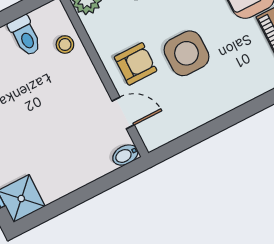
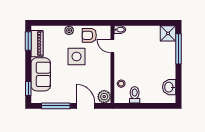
armchair: (136, 64) -> (89, 35), moved
plant: (230, 100) -> (69, 30), added

